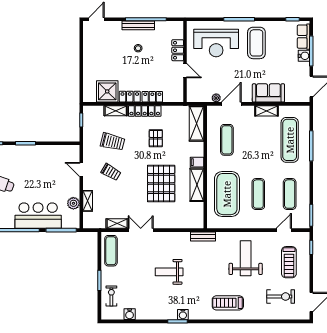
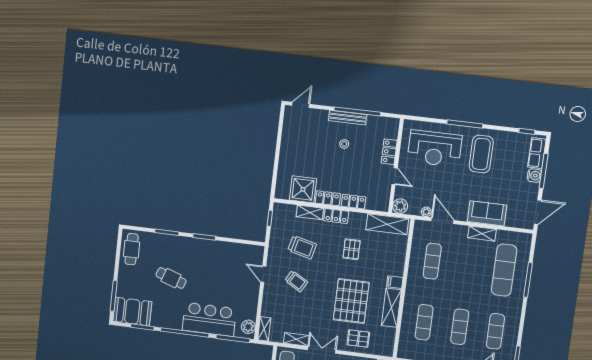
plant: (193, 96) -> (400, 206), added
door: (231, 104) -> (443, 221), hinge flipped
locker: (145, 111) -> (336, 216), width x0.66
shelving: (196, 123) -> (387, 224), moved, turned 90
exercise mat: (227, 194) -> (424, 322), width x0.50, depth x0.69
shelving: (88, 201) -> (264, 329), moved
plant: (73, 203) -> (248, 327), moved
pallet: (171, 216) -> (358, 339), added

